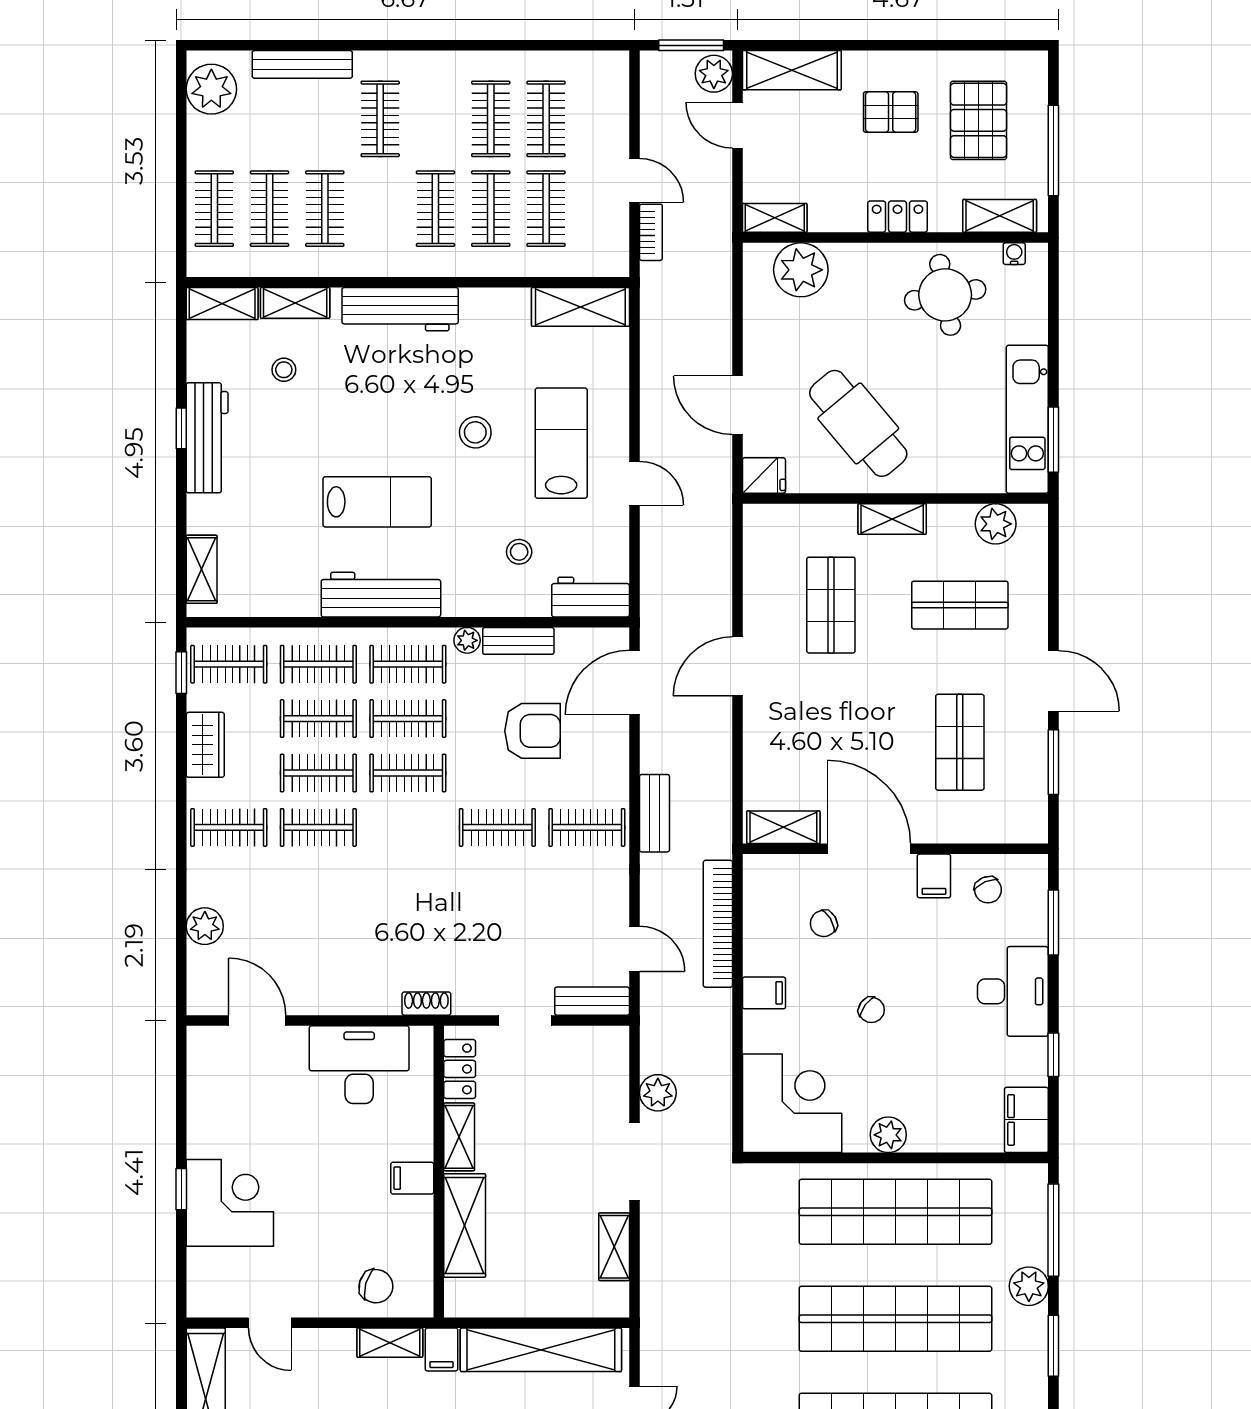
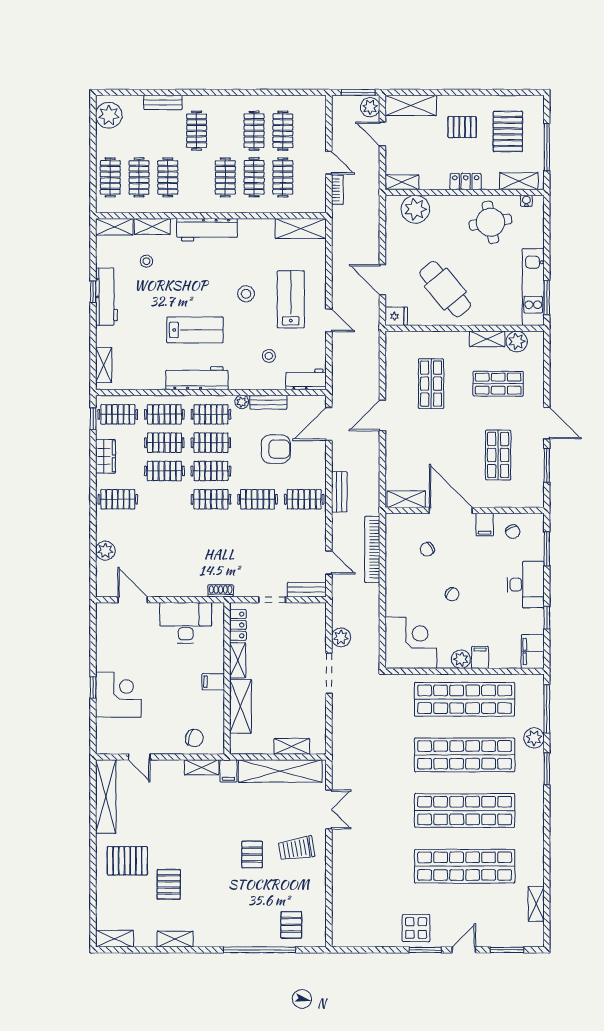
bench: (302, 64) -> (163, 102), width x0.73
shelving: (892, 519) -> (487, 339), moved
clothes rail: (318, 827) -> (211, 499), moved
filing cabinet: (764, 993) -> (480, 657), moved, turned -90
shelving: (614, 1247) -> (292, 746), moved, turned 90

